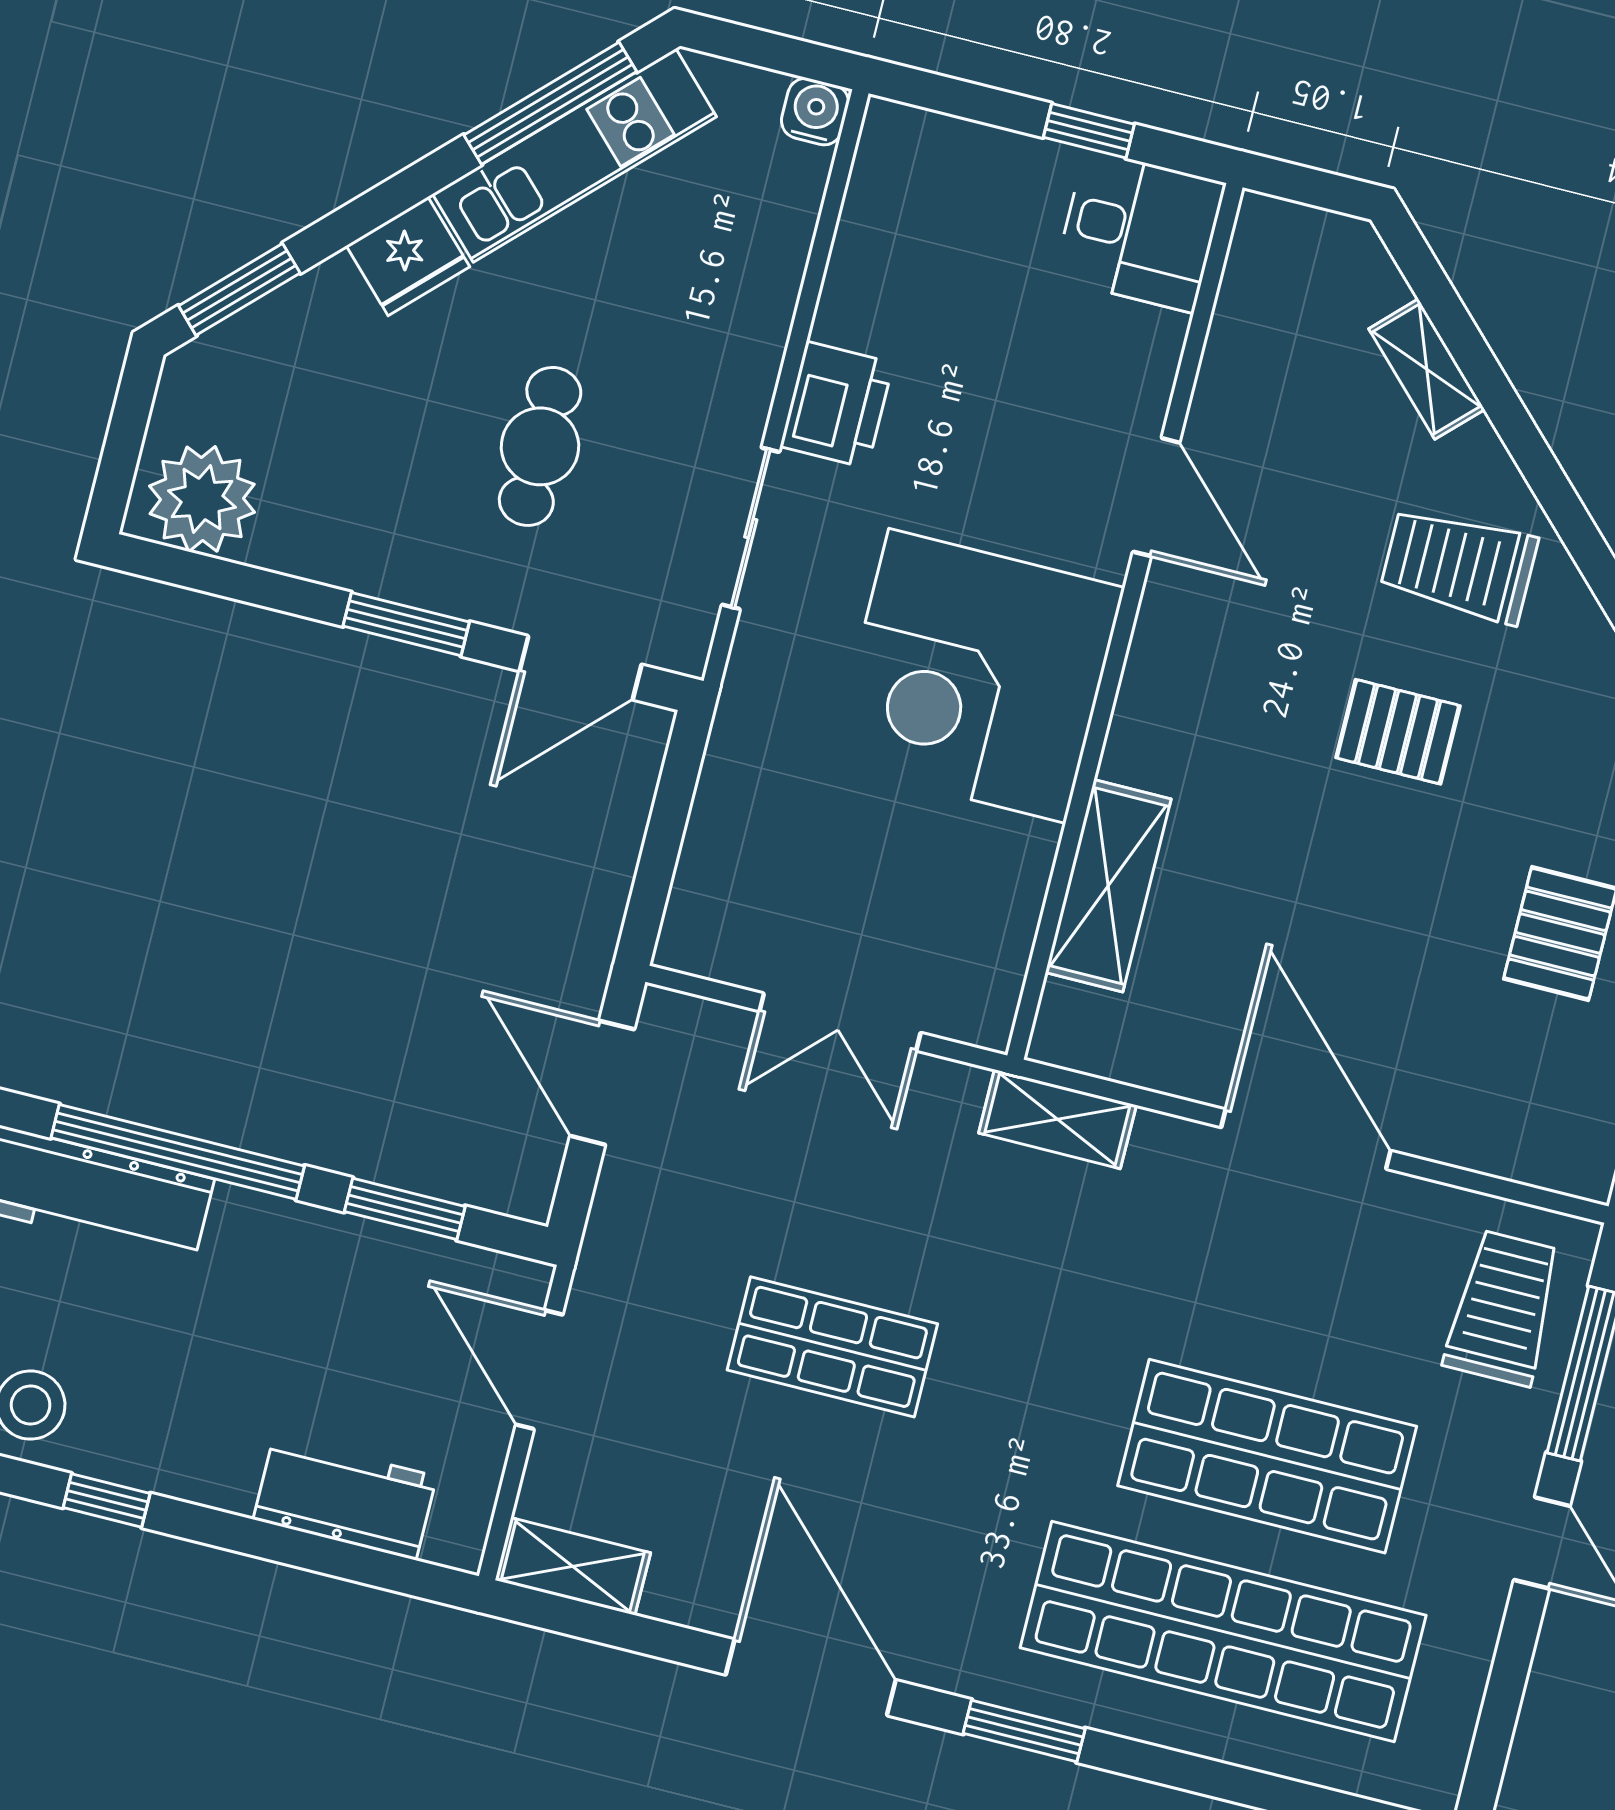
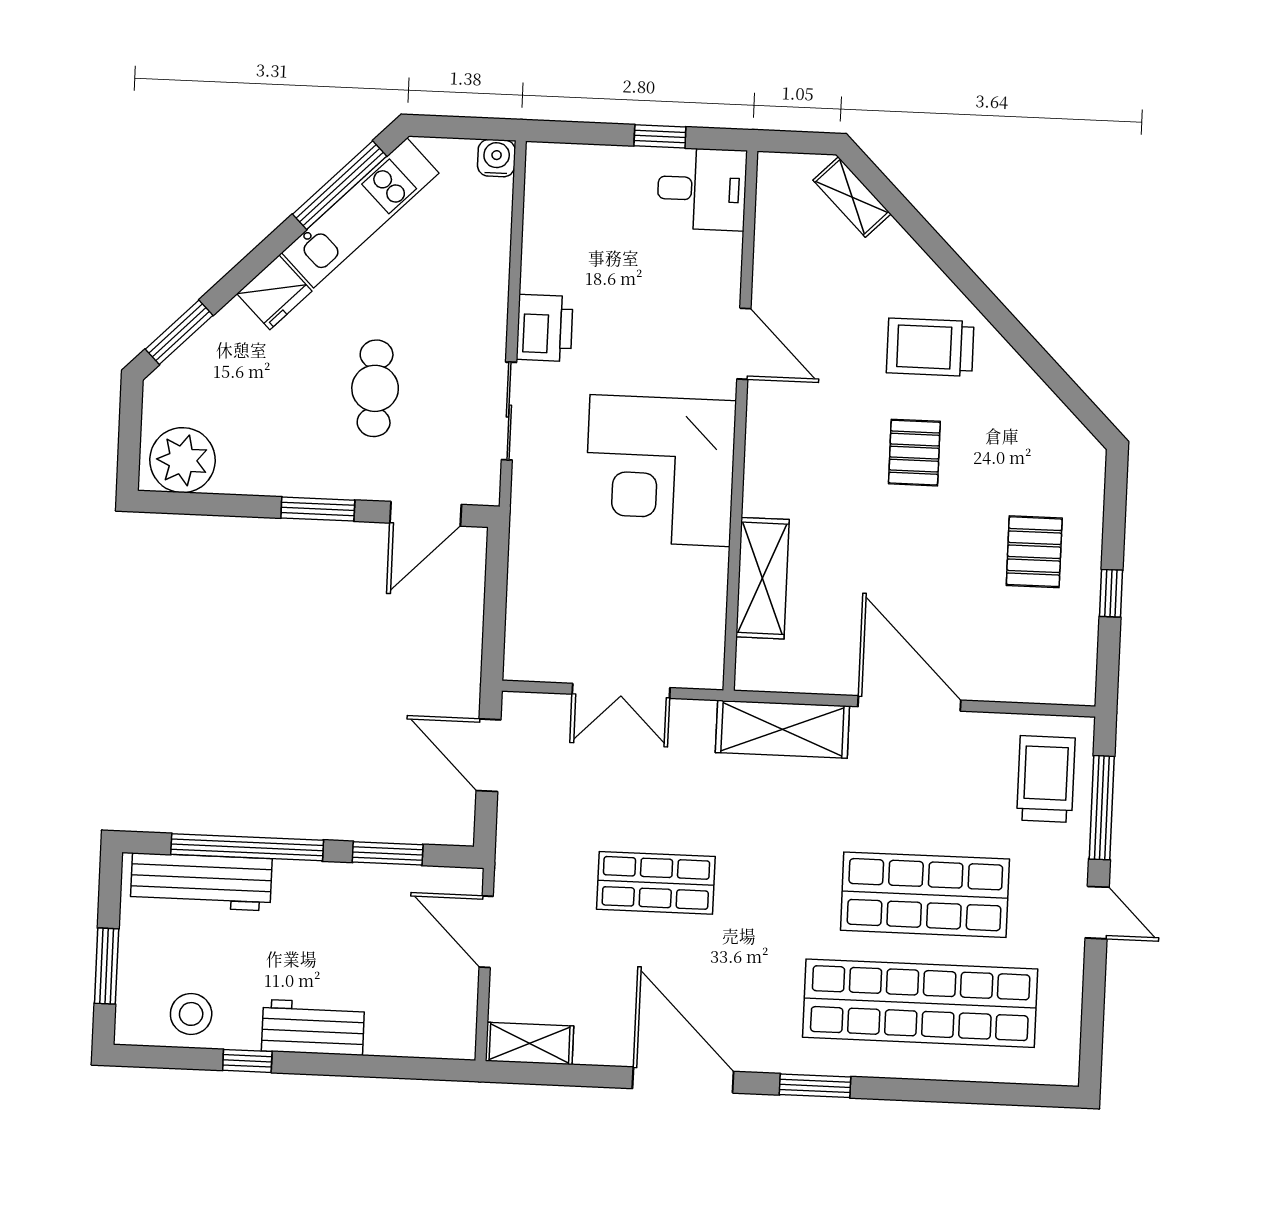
shelving: (1427, 369) -> (852, 197), moved
pallet: (1398, 732) -> (914, 453), turned 90
shelving: (1057, 1119) -> (782, 729), width x1.50, depth x1.33
workbench: (345, 1498) -> (313, 1027), moved

